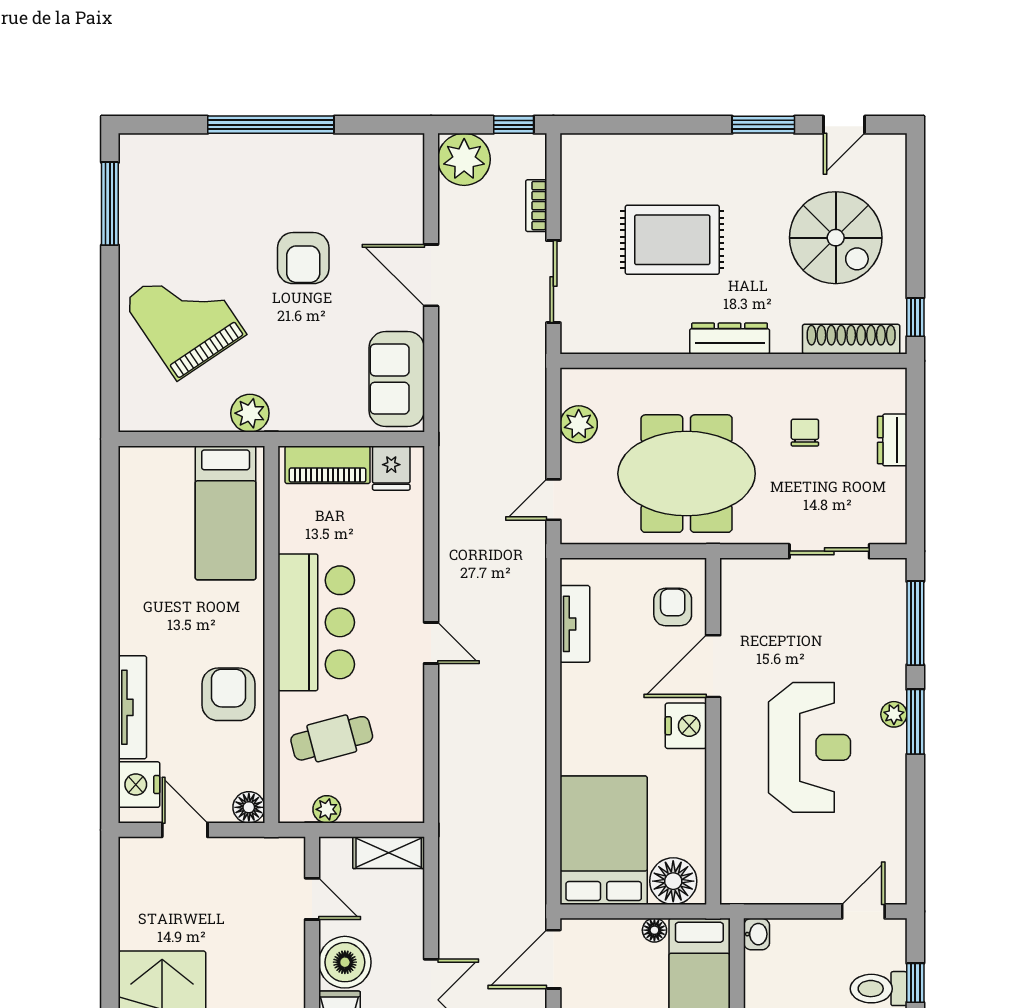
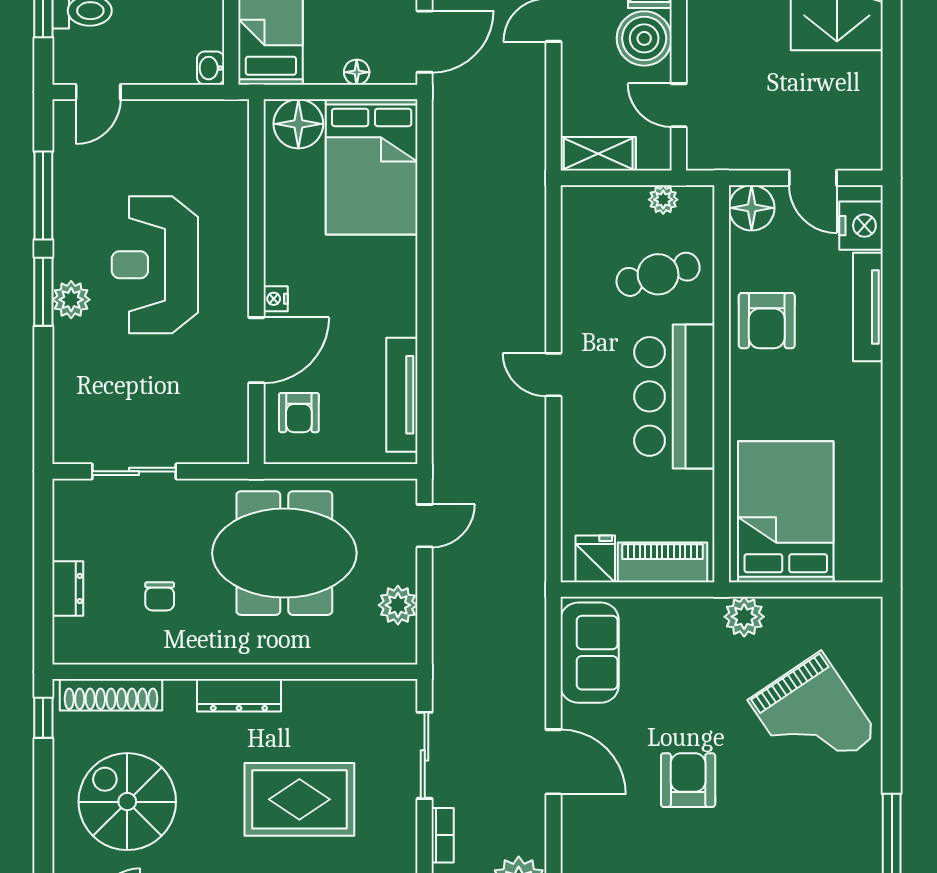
bed: (226, 513) -> (786, 512), width x1.50
window: (915, 623) -> (43, 196), moved
tv unit: (575, 624) -> (402, 395), width x1.41
plant: (894, 714) -> (71, 300), width x1.38, depth x1.38
nightstand: (686, 726) -> (276, 299), width x0.53, depth x0.56
floor lamp: (249, 807) -> (752, 208), width x1.38, depth x1.38
floor lamp: (654, 930) -> (357, 72), moved

